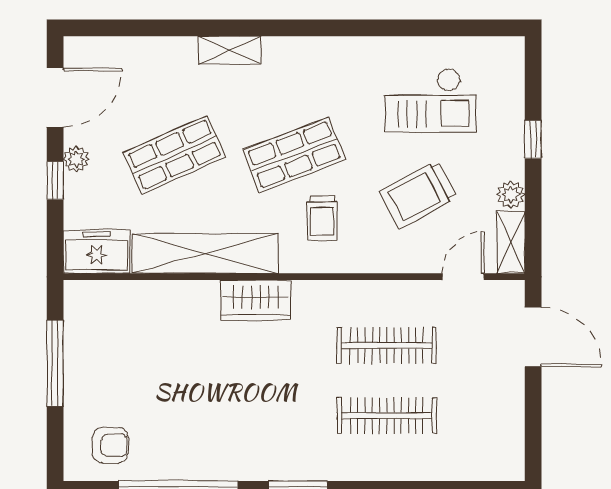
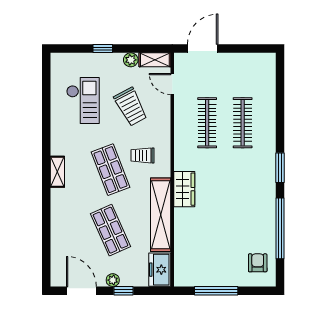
shelving: (230, 50) -> (57, 172), moved
trolley: (322, 218) -> (143, 155), turned 180

